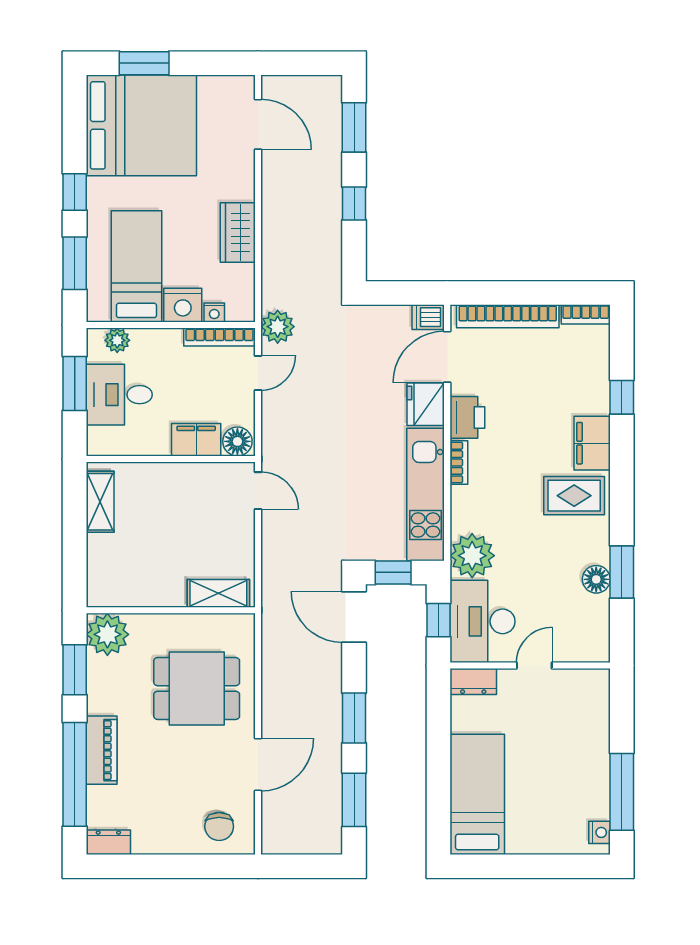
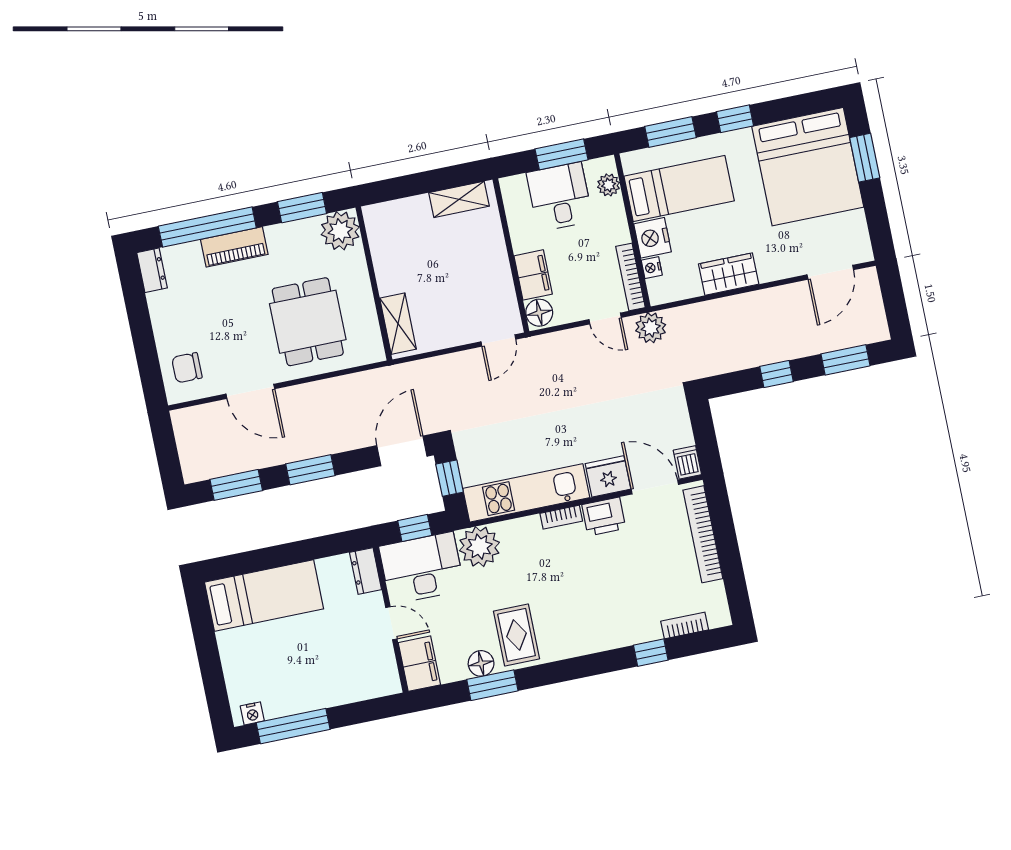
bookcase: (586, 314) -> (685, 625), moved, turned 90
filing cabinet: (592, 443) -> (419, 664), moved, turned 90
rug: (574, 496) -> (517, 635), moved

